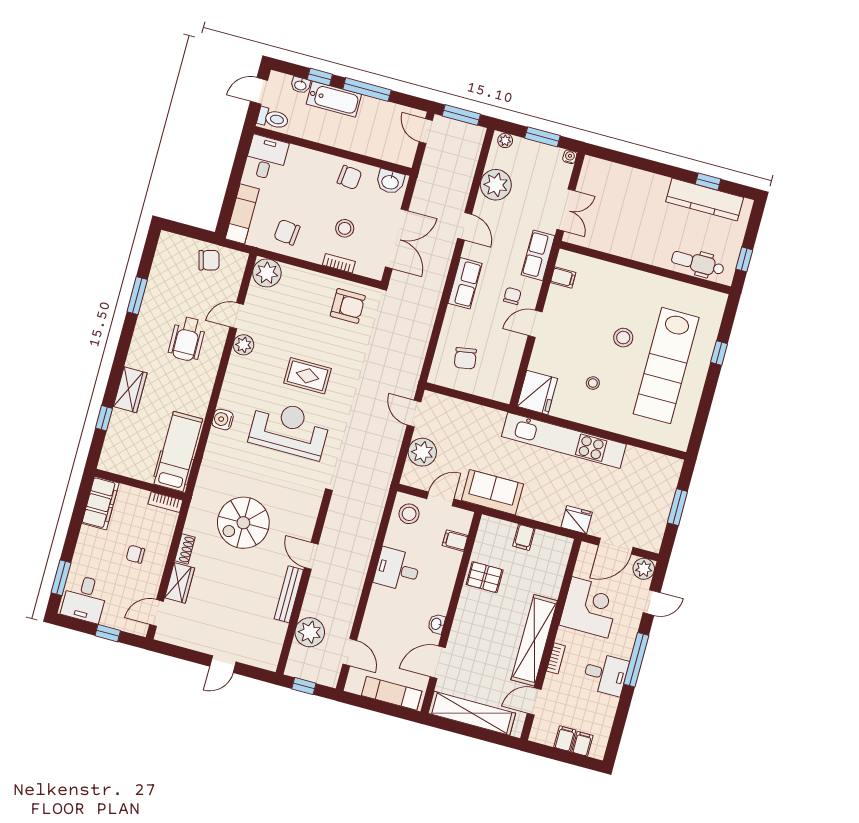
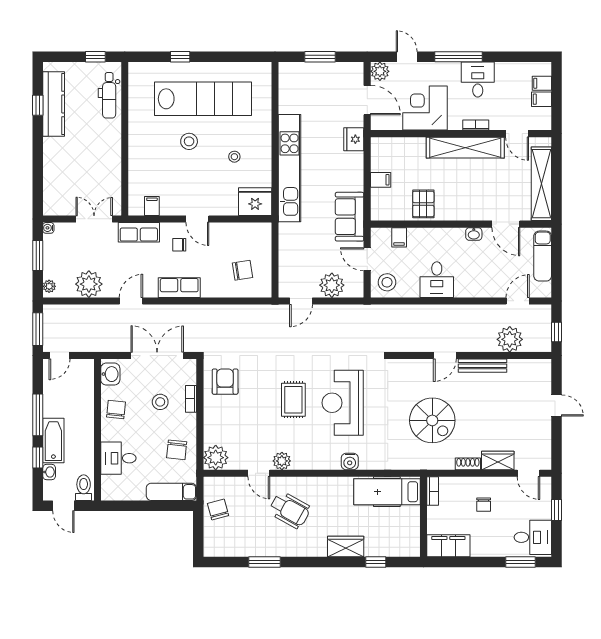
desk: (266, 158) -> (118, 458), moved
wheelchair: (187, 339) -> (290, 510), turned 30

